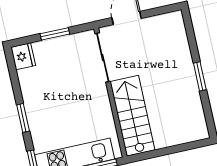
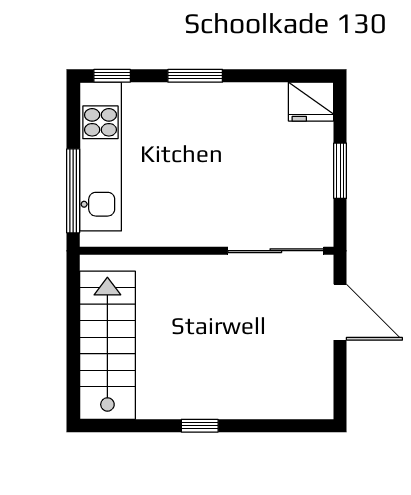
window: (200, 76) -> (200, 426), width x0.67
stairs: (132, 116) -> (107, 345), moved, turned -90

